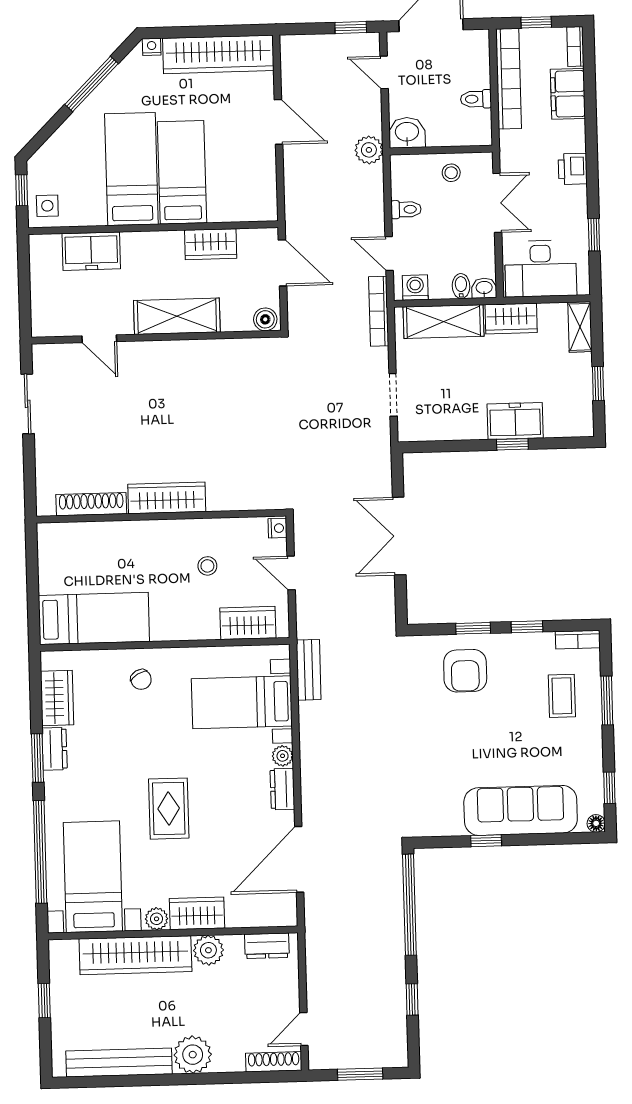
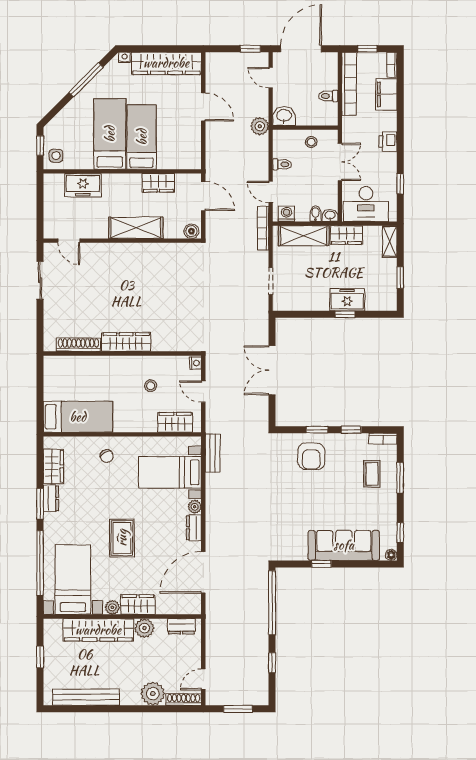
door: (99, 339) -> (69, 241), moved
plant: (193, 1055) -> (153, 694), moved

